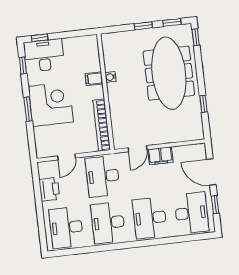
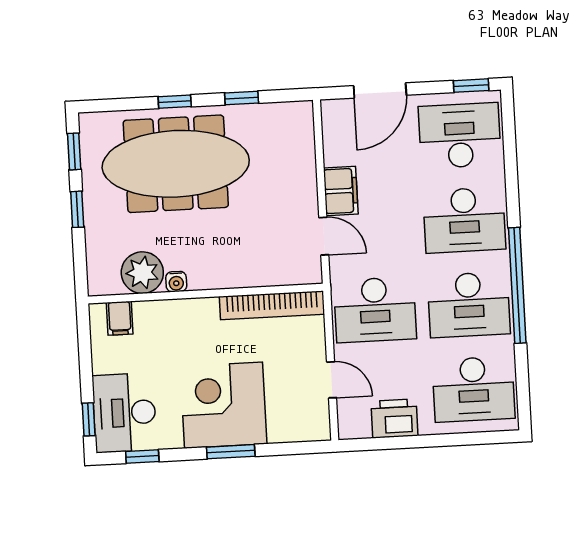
window: (196, 37) -> (175, 102), moved
plant: (114, 60) -> (142, 273), added
filing cabinet: (94, 79) -> (120, 318), moved
window: (215, 205) -> (471, 86), moved
window: (119, 246) -> (517, 285), added

